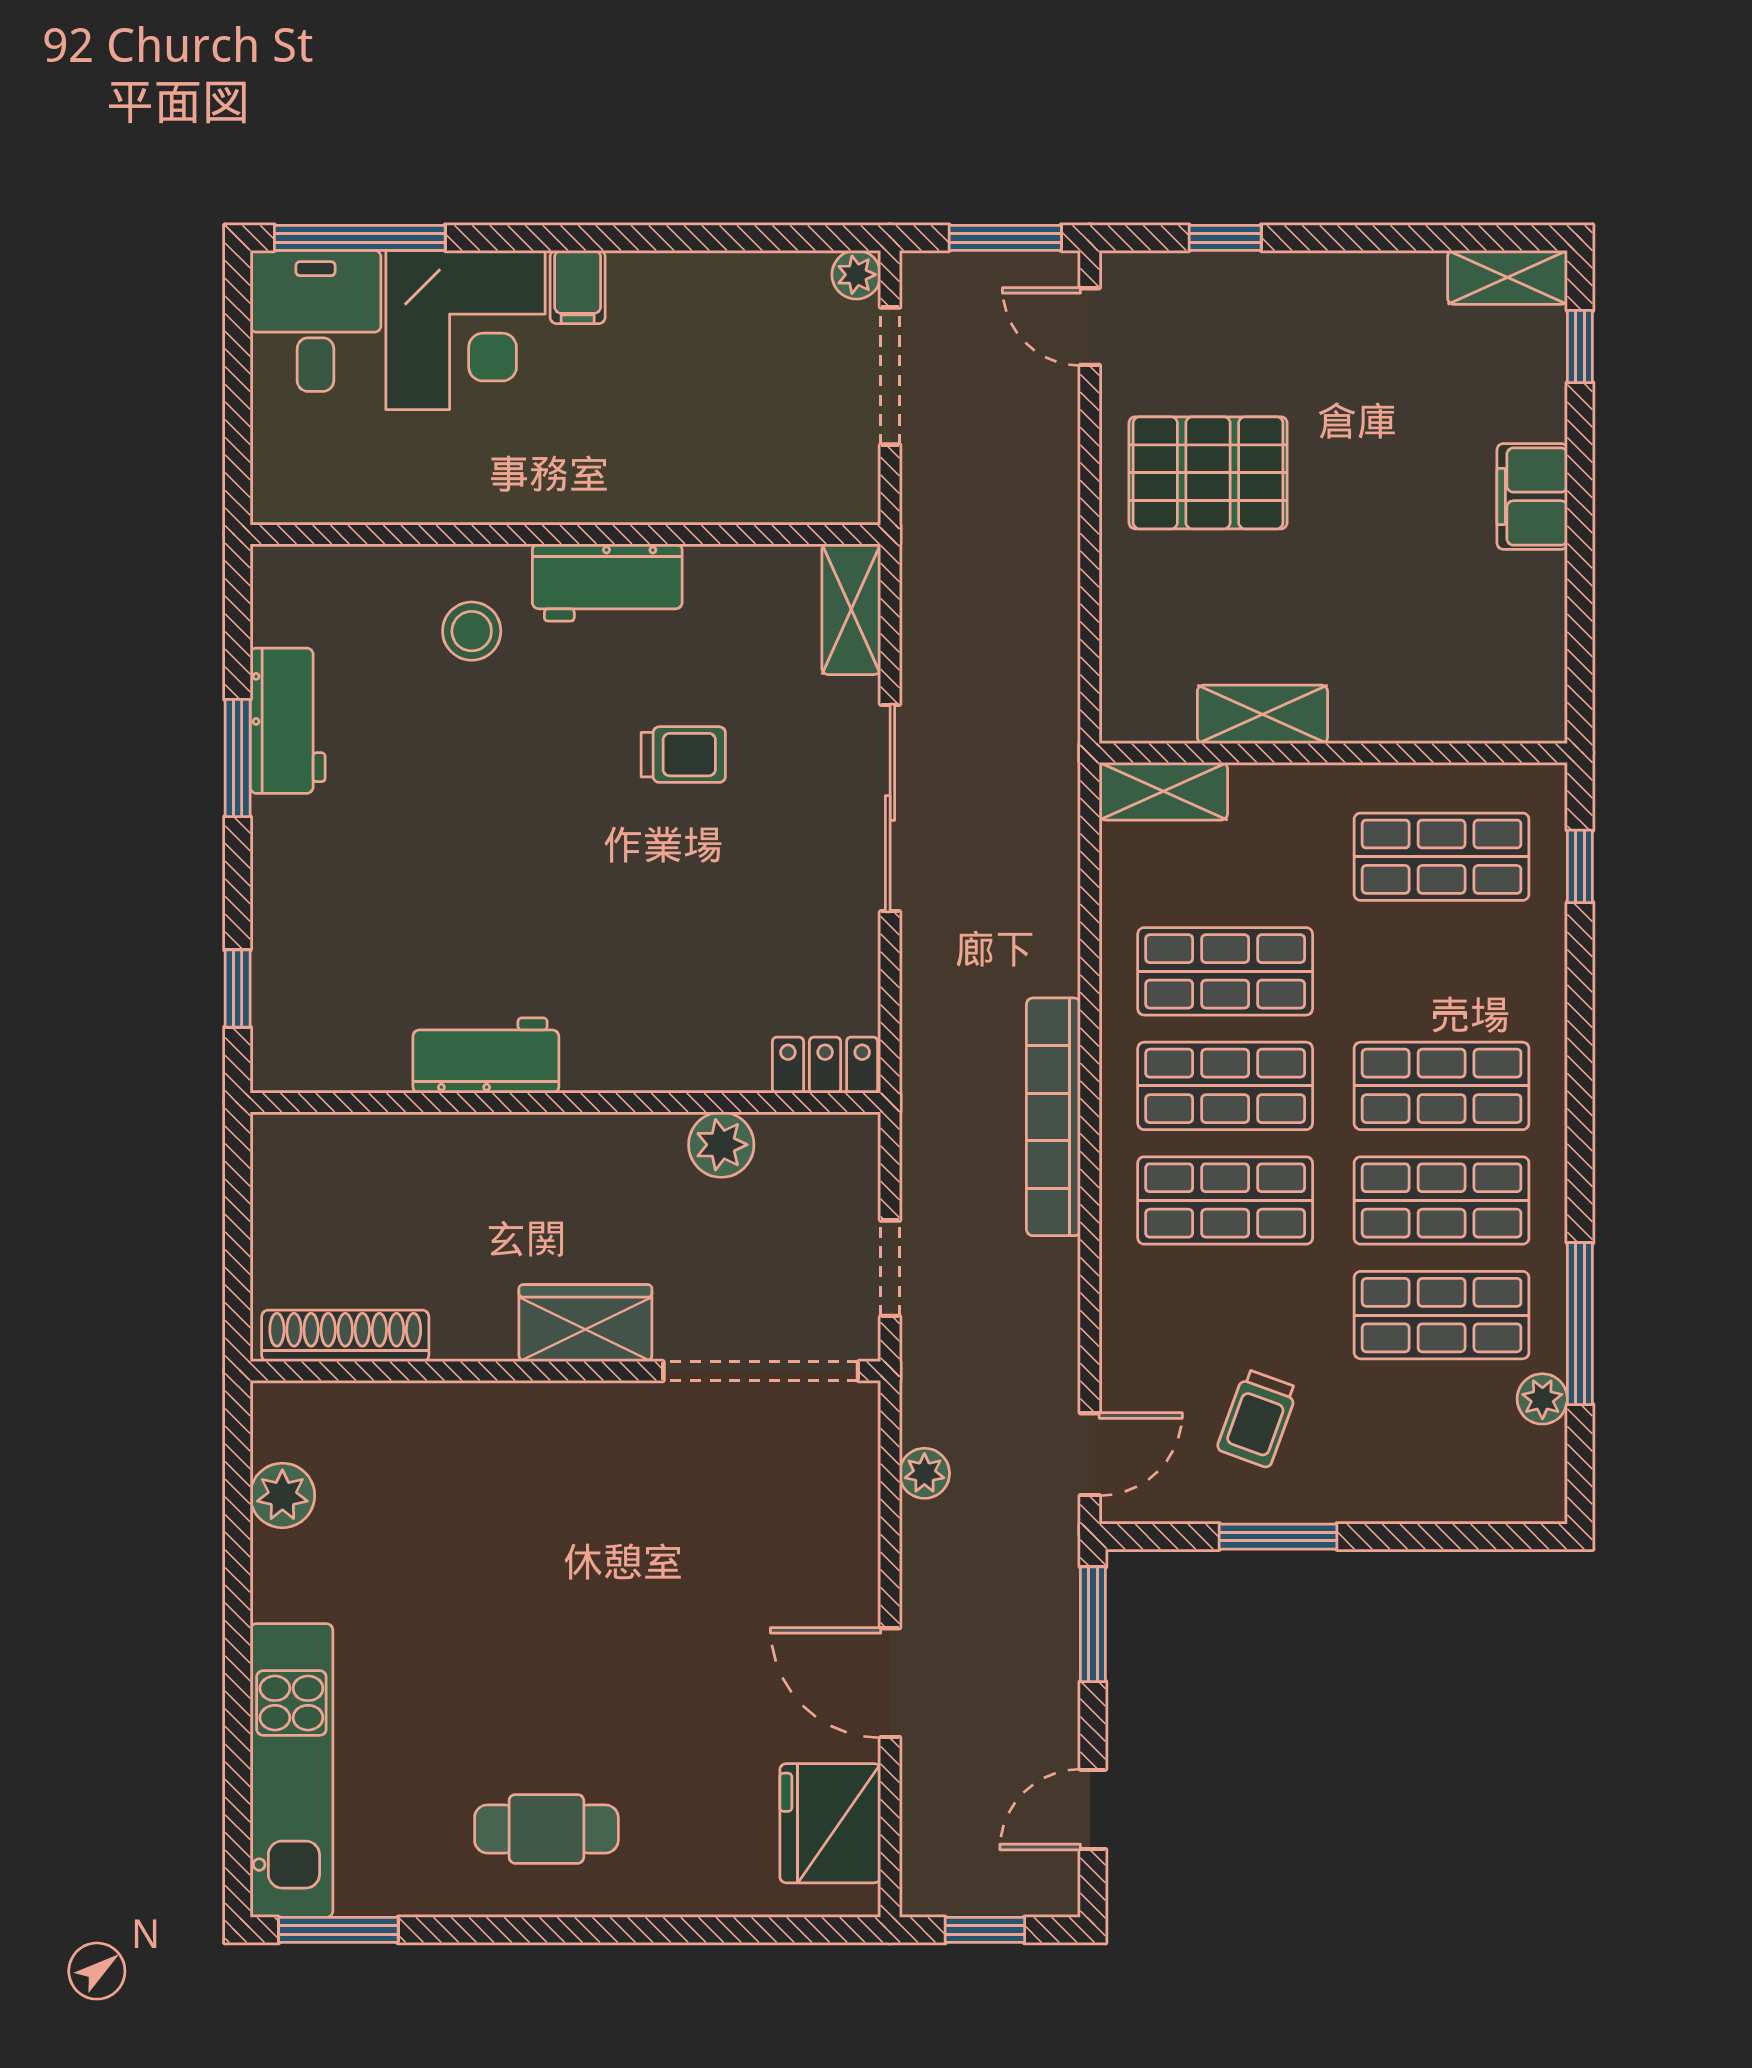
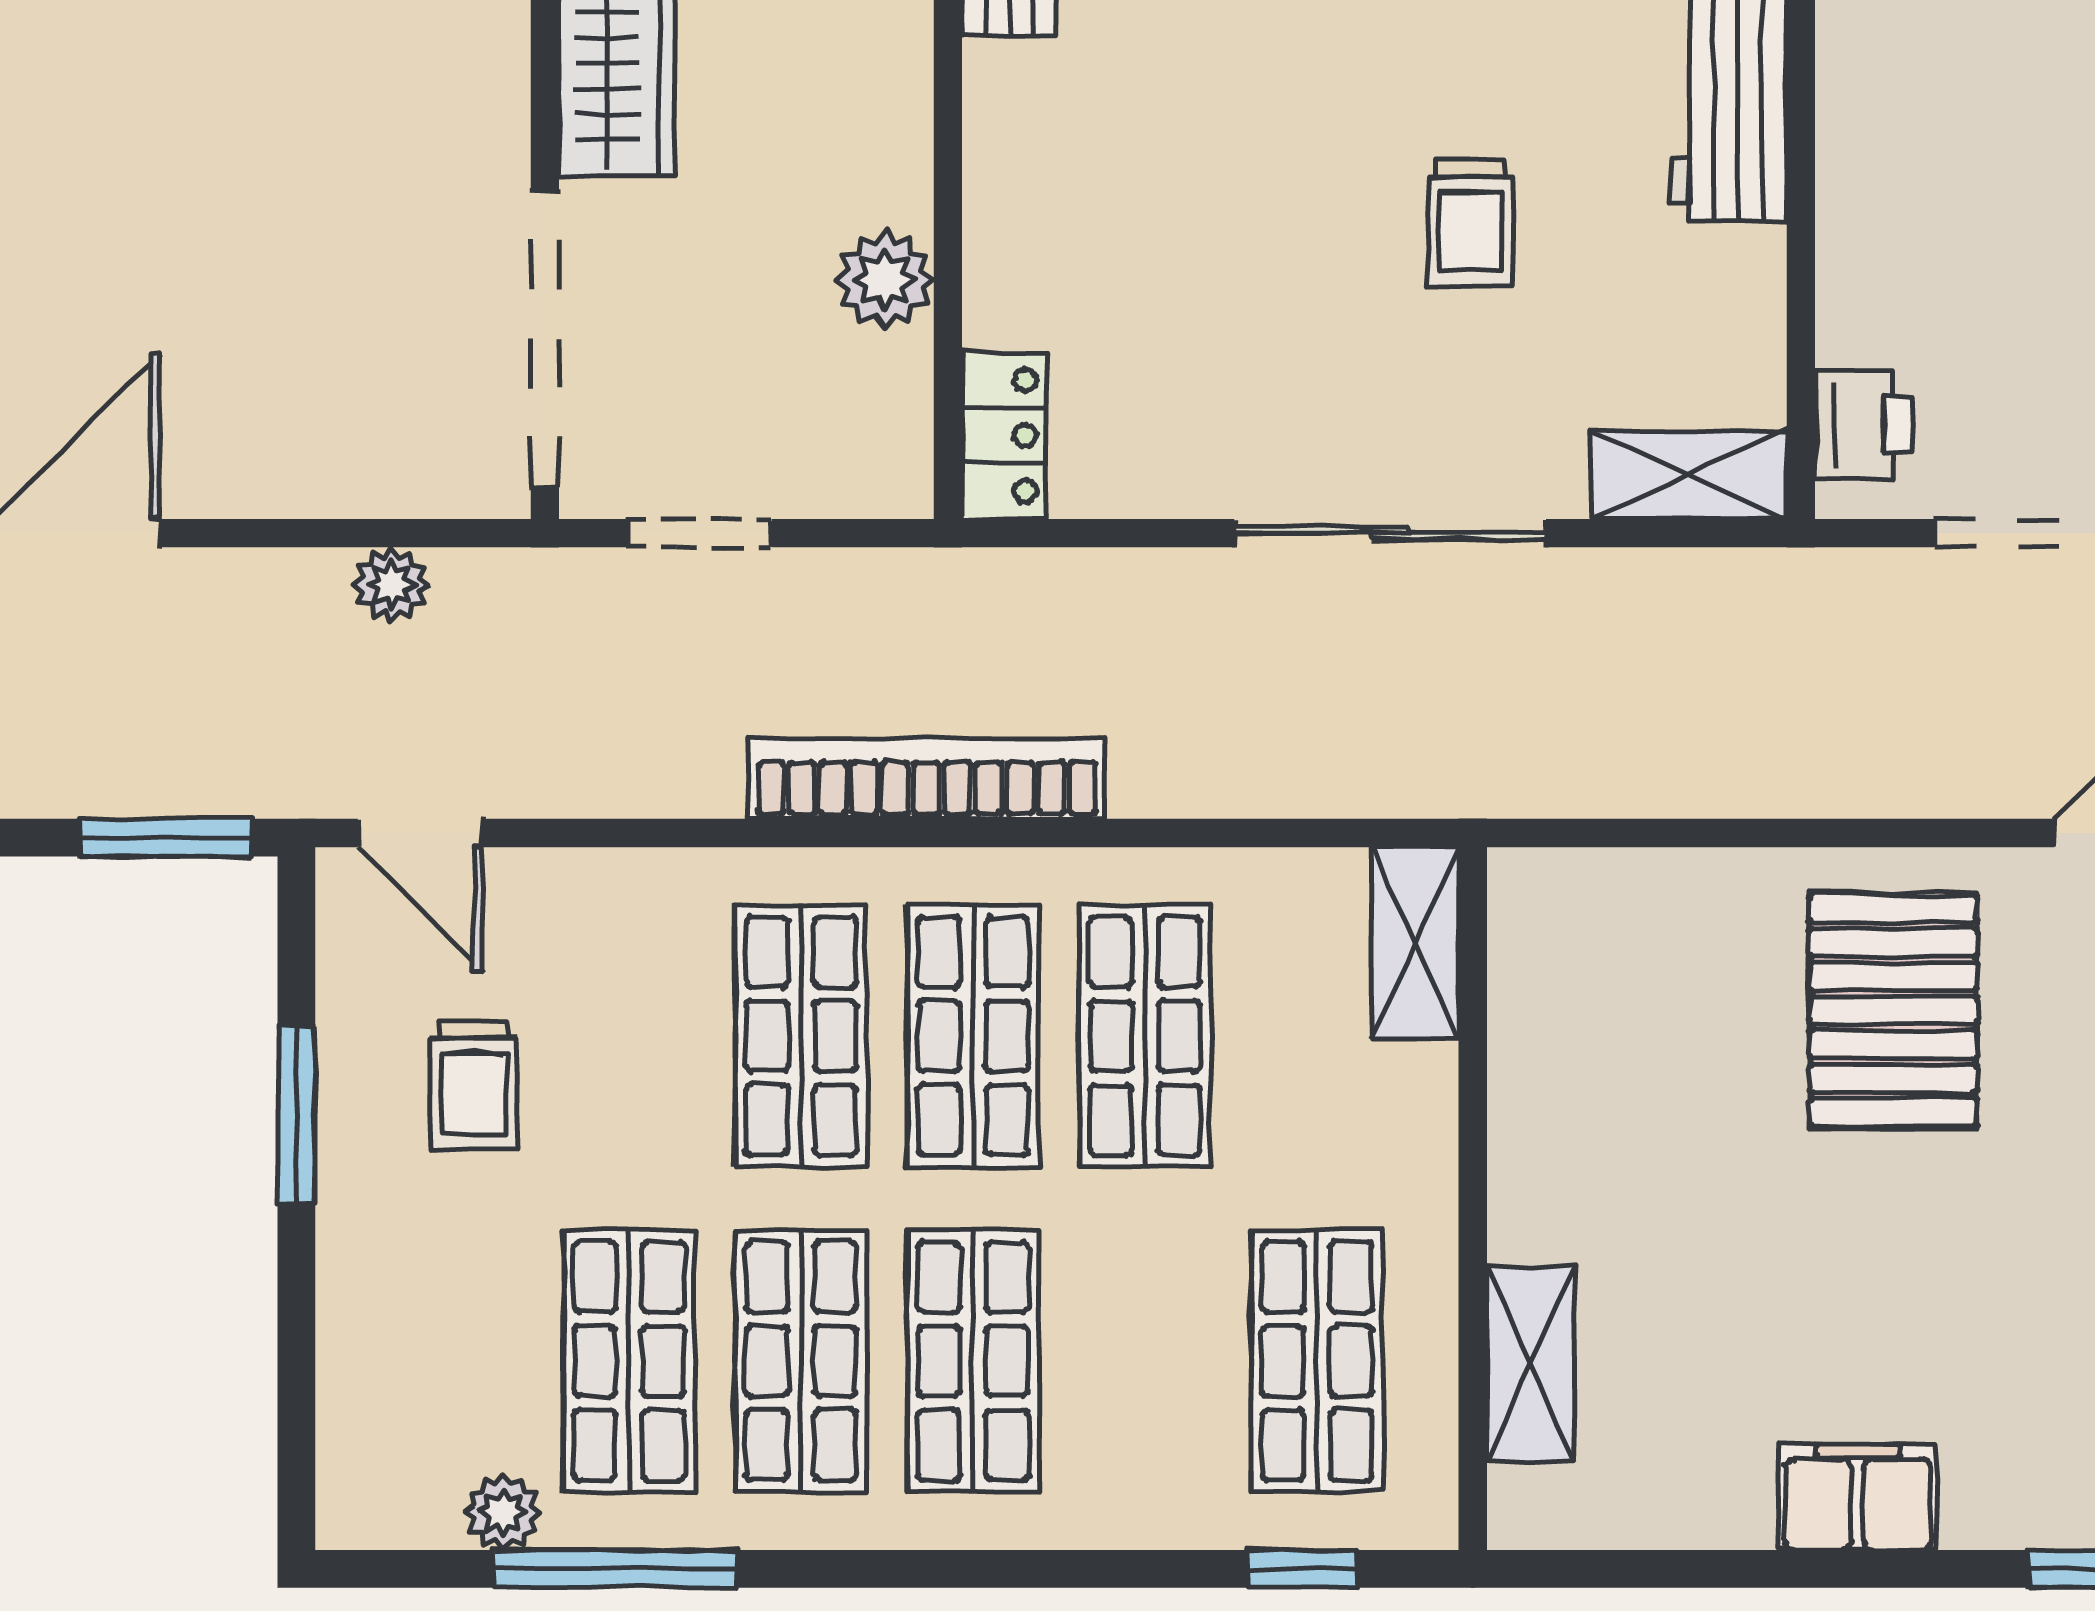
printer: (818, 493) -> (1864, 425), added
shelving: (1262, 714) -> (1531, 1363), moved
trolley: (1257, 1419) -> (474, 1085), turned -110

